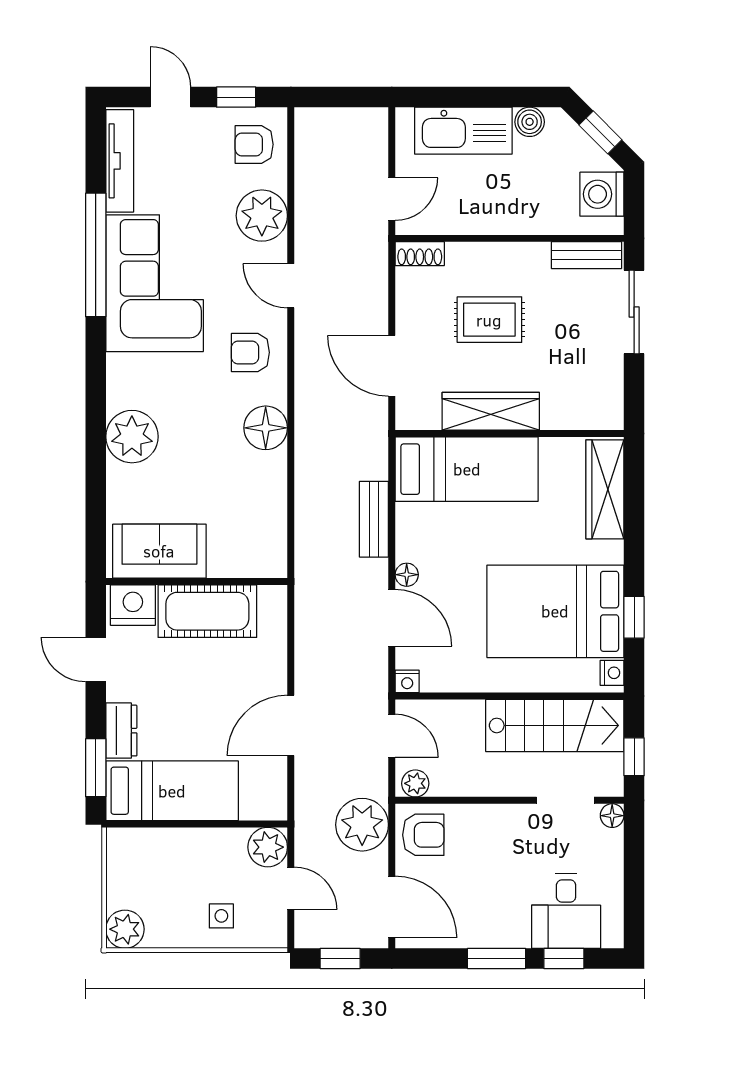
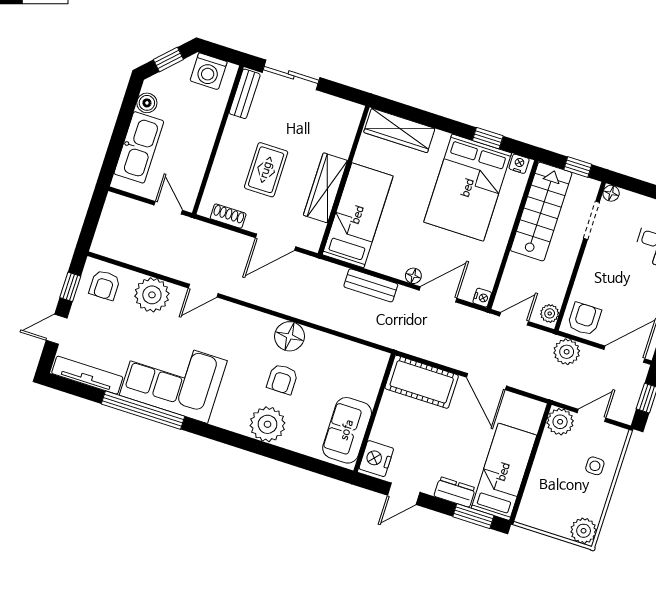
shoe rack: (420, 254) -> (228, 216), moved, turned -90
armchair: (250, 352) -> (282, 379), moved
cot: (207, 611) -> (422, 382), moved, turned 90
plant: (362, 825) -> (567, 352), width x0.73, depth x0.73

